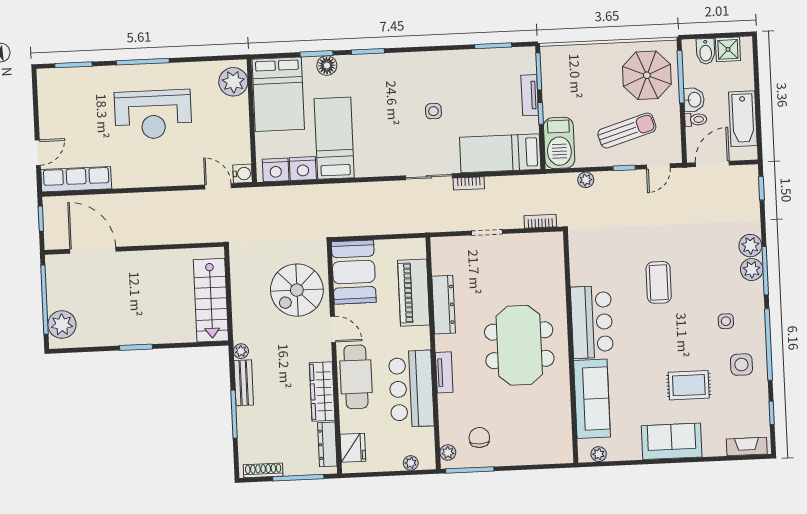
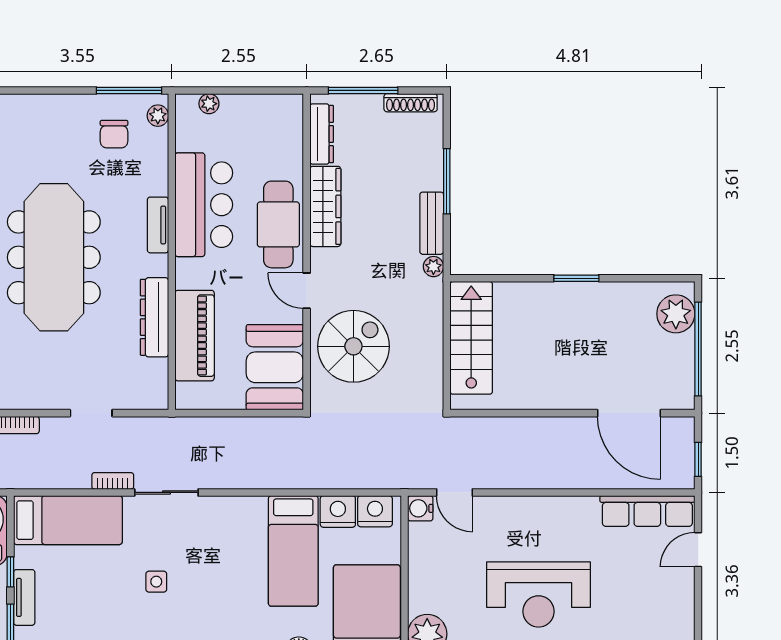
reception desk: (153, 114) -> (539, 594), turned 180
meeting table: (519, 345) -> (54, 257), width x1.36
fridge: (353, 448) -> (287, 128), removed

